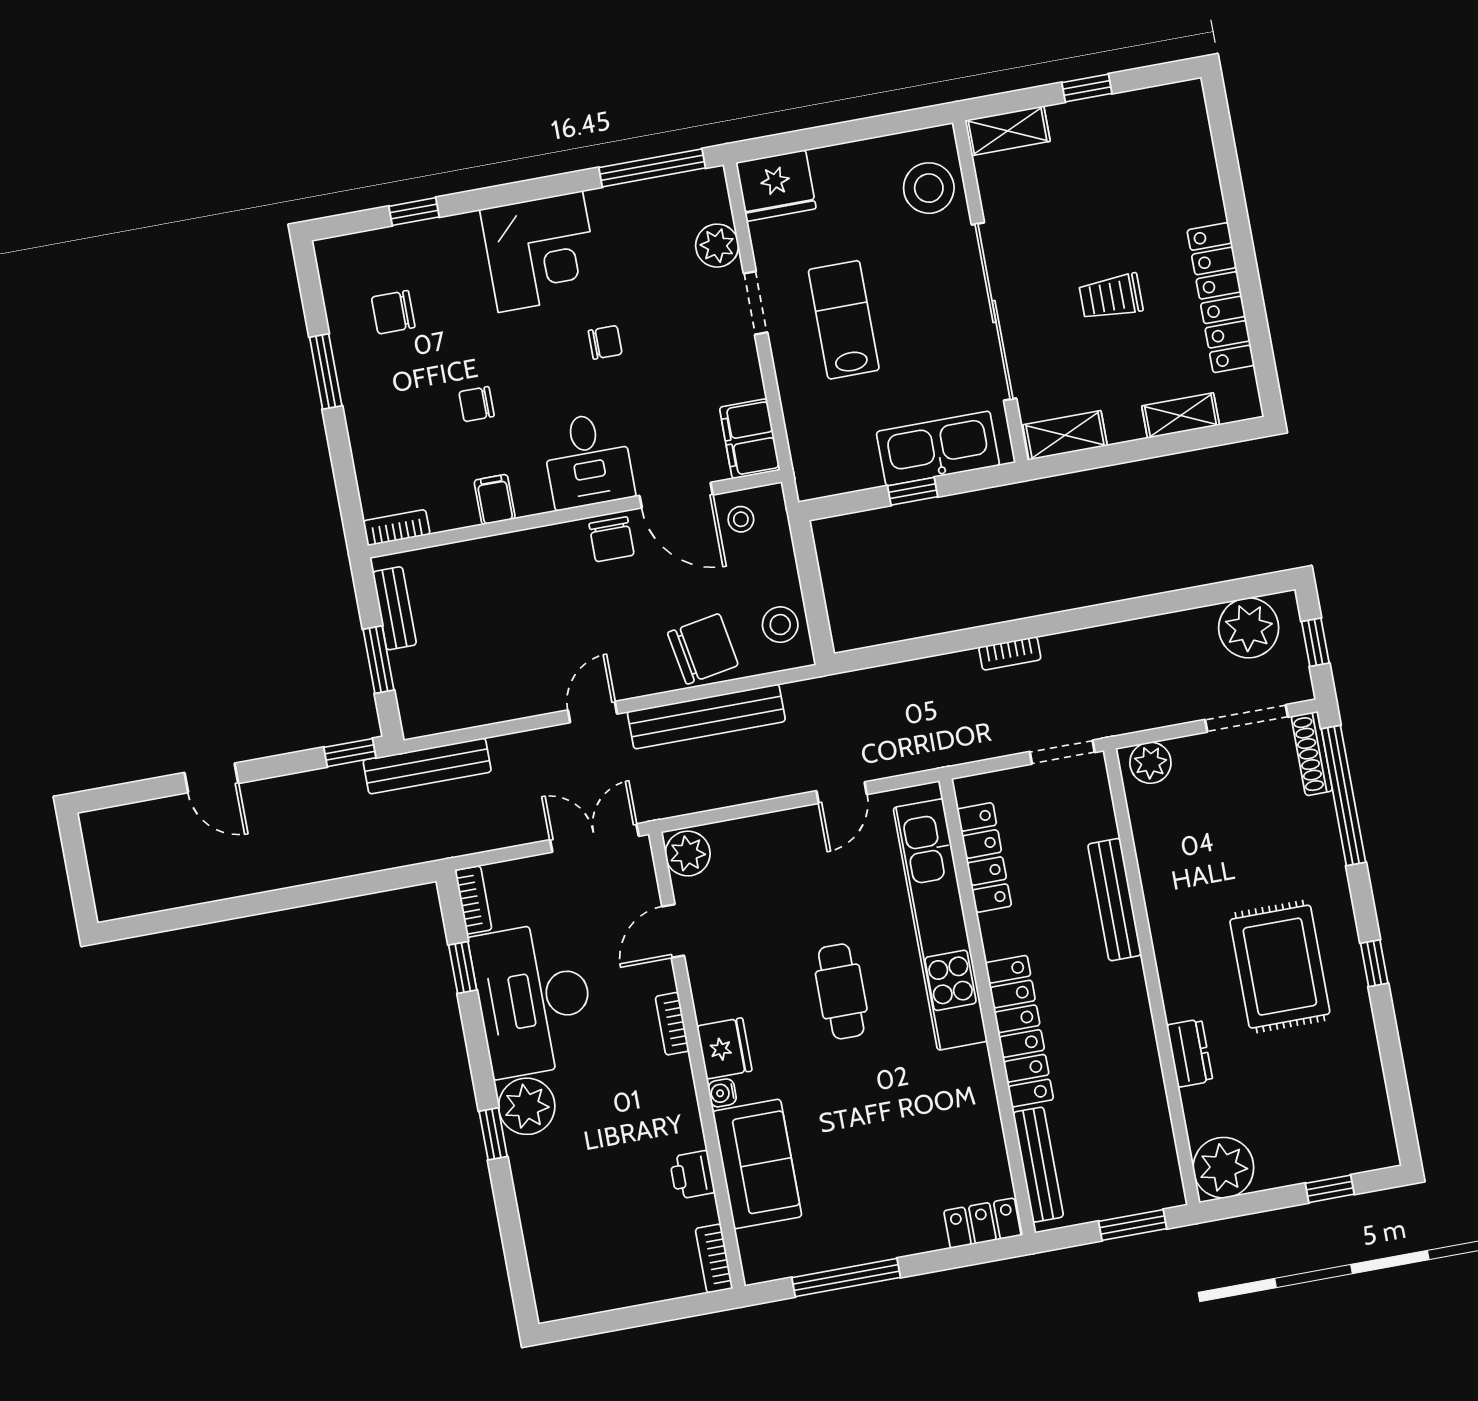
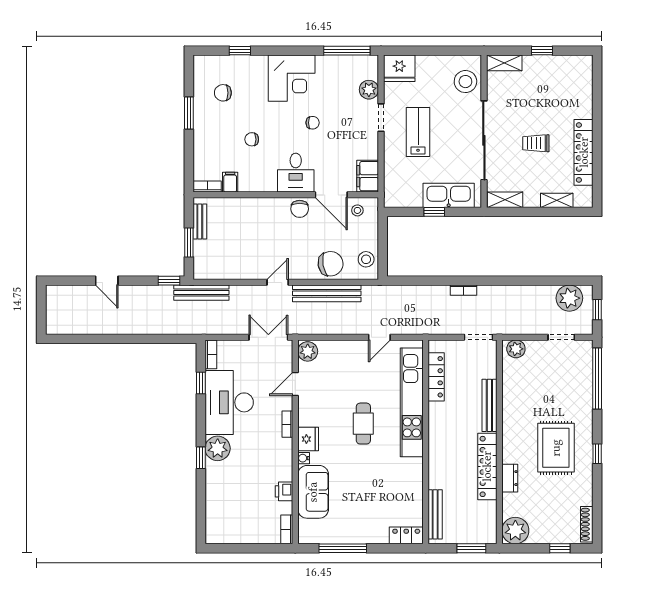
filing cabinet: (495, 499) -> (230, 182), moved
doorway: (1246, 718) -> (561, 337), width x0.73
shoe rack: (1312, 754) -> (587, 524), moved
locker: (1019, 1031) -> (487, 466), moved, turned 180

